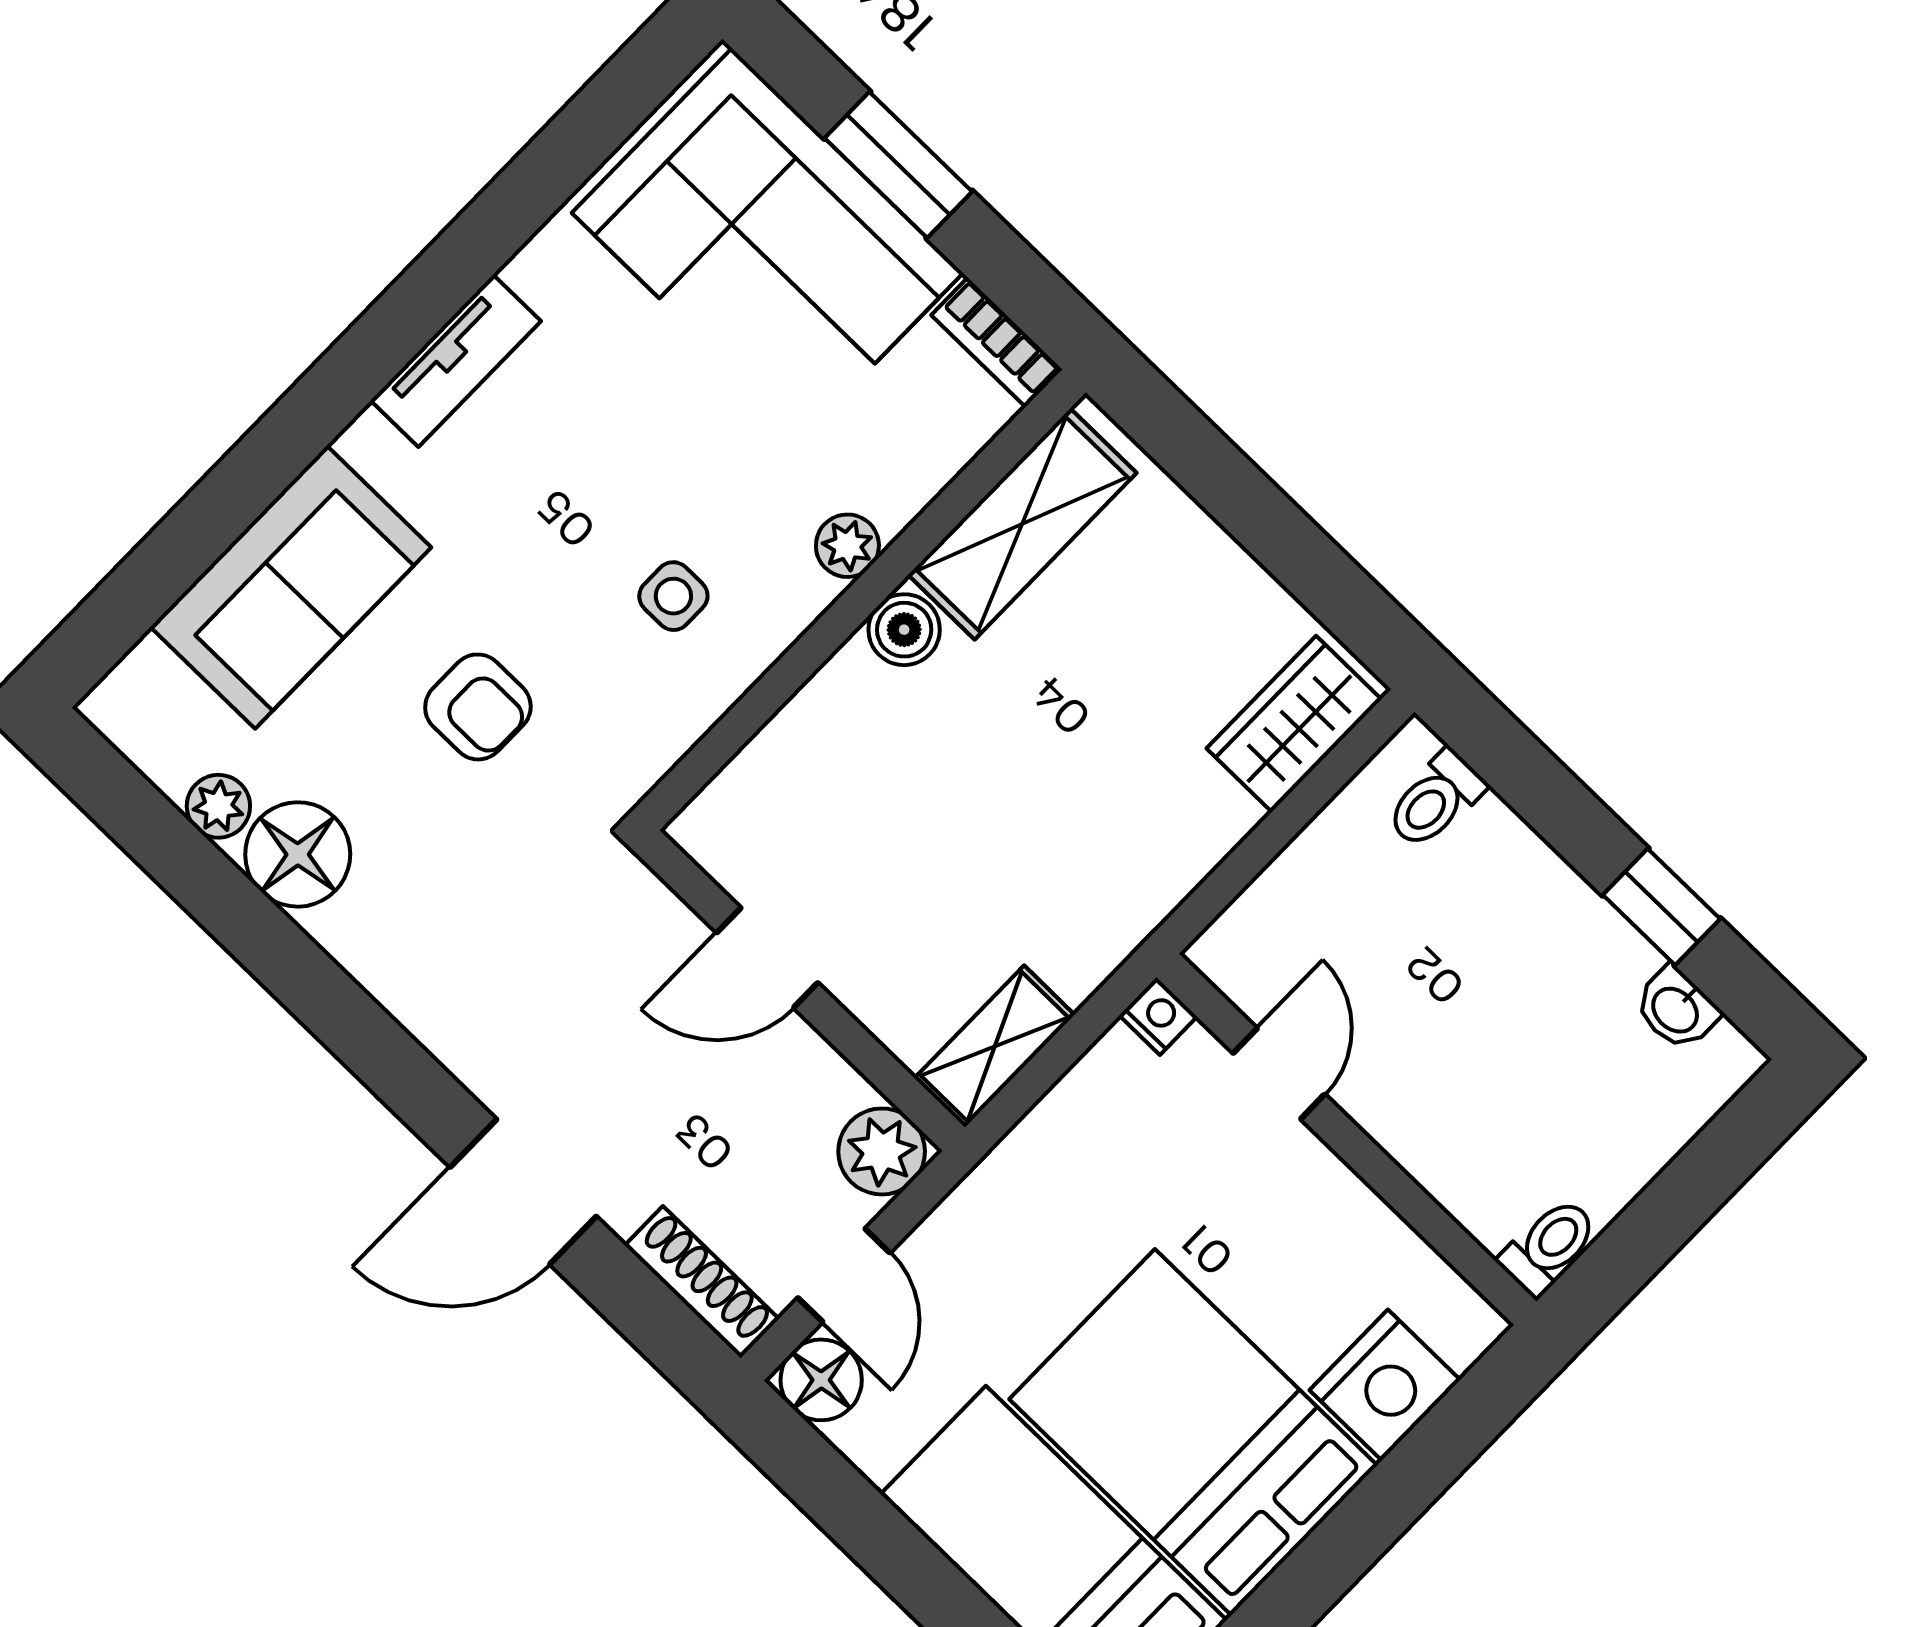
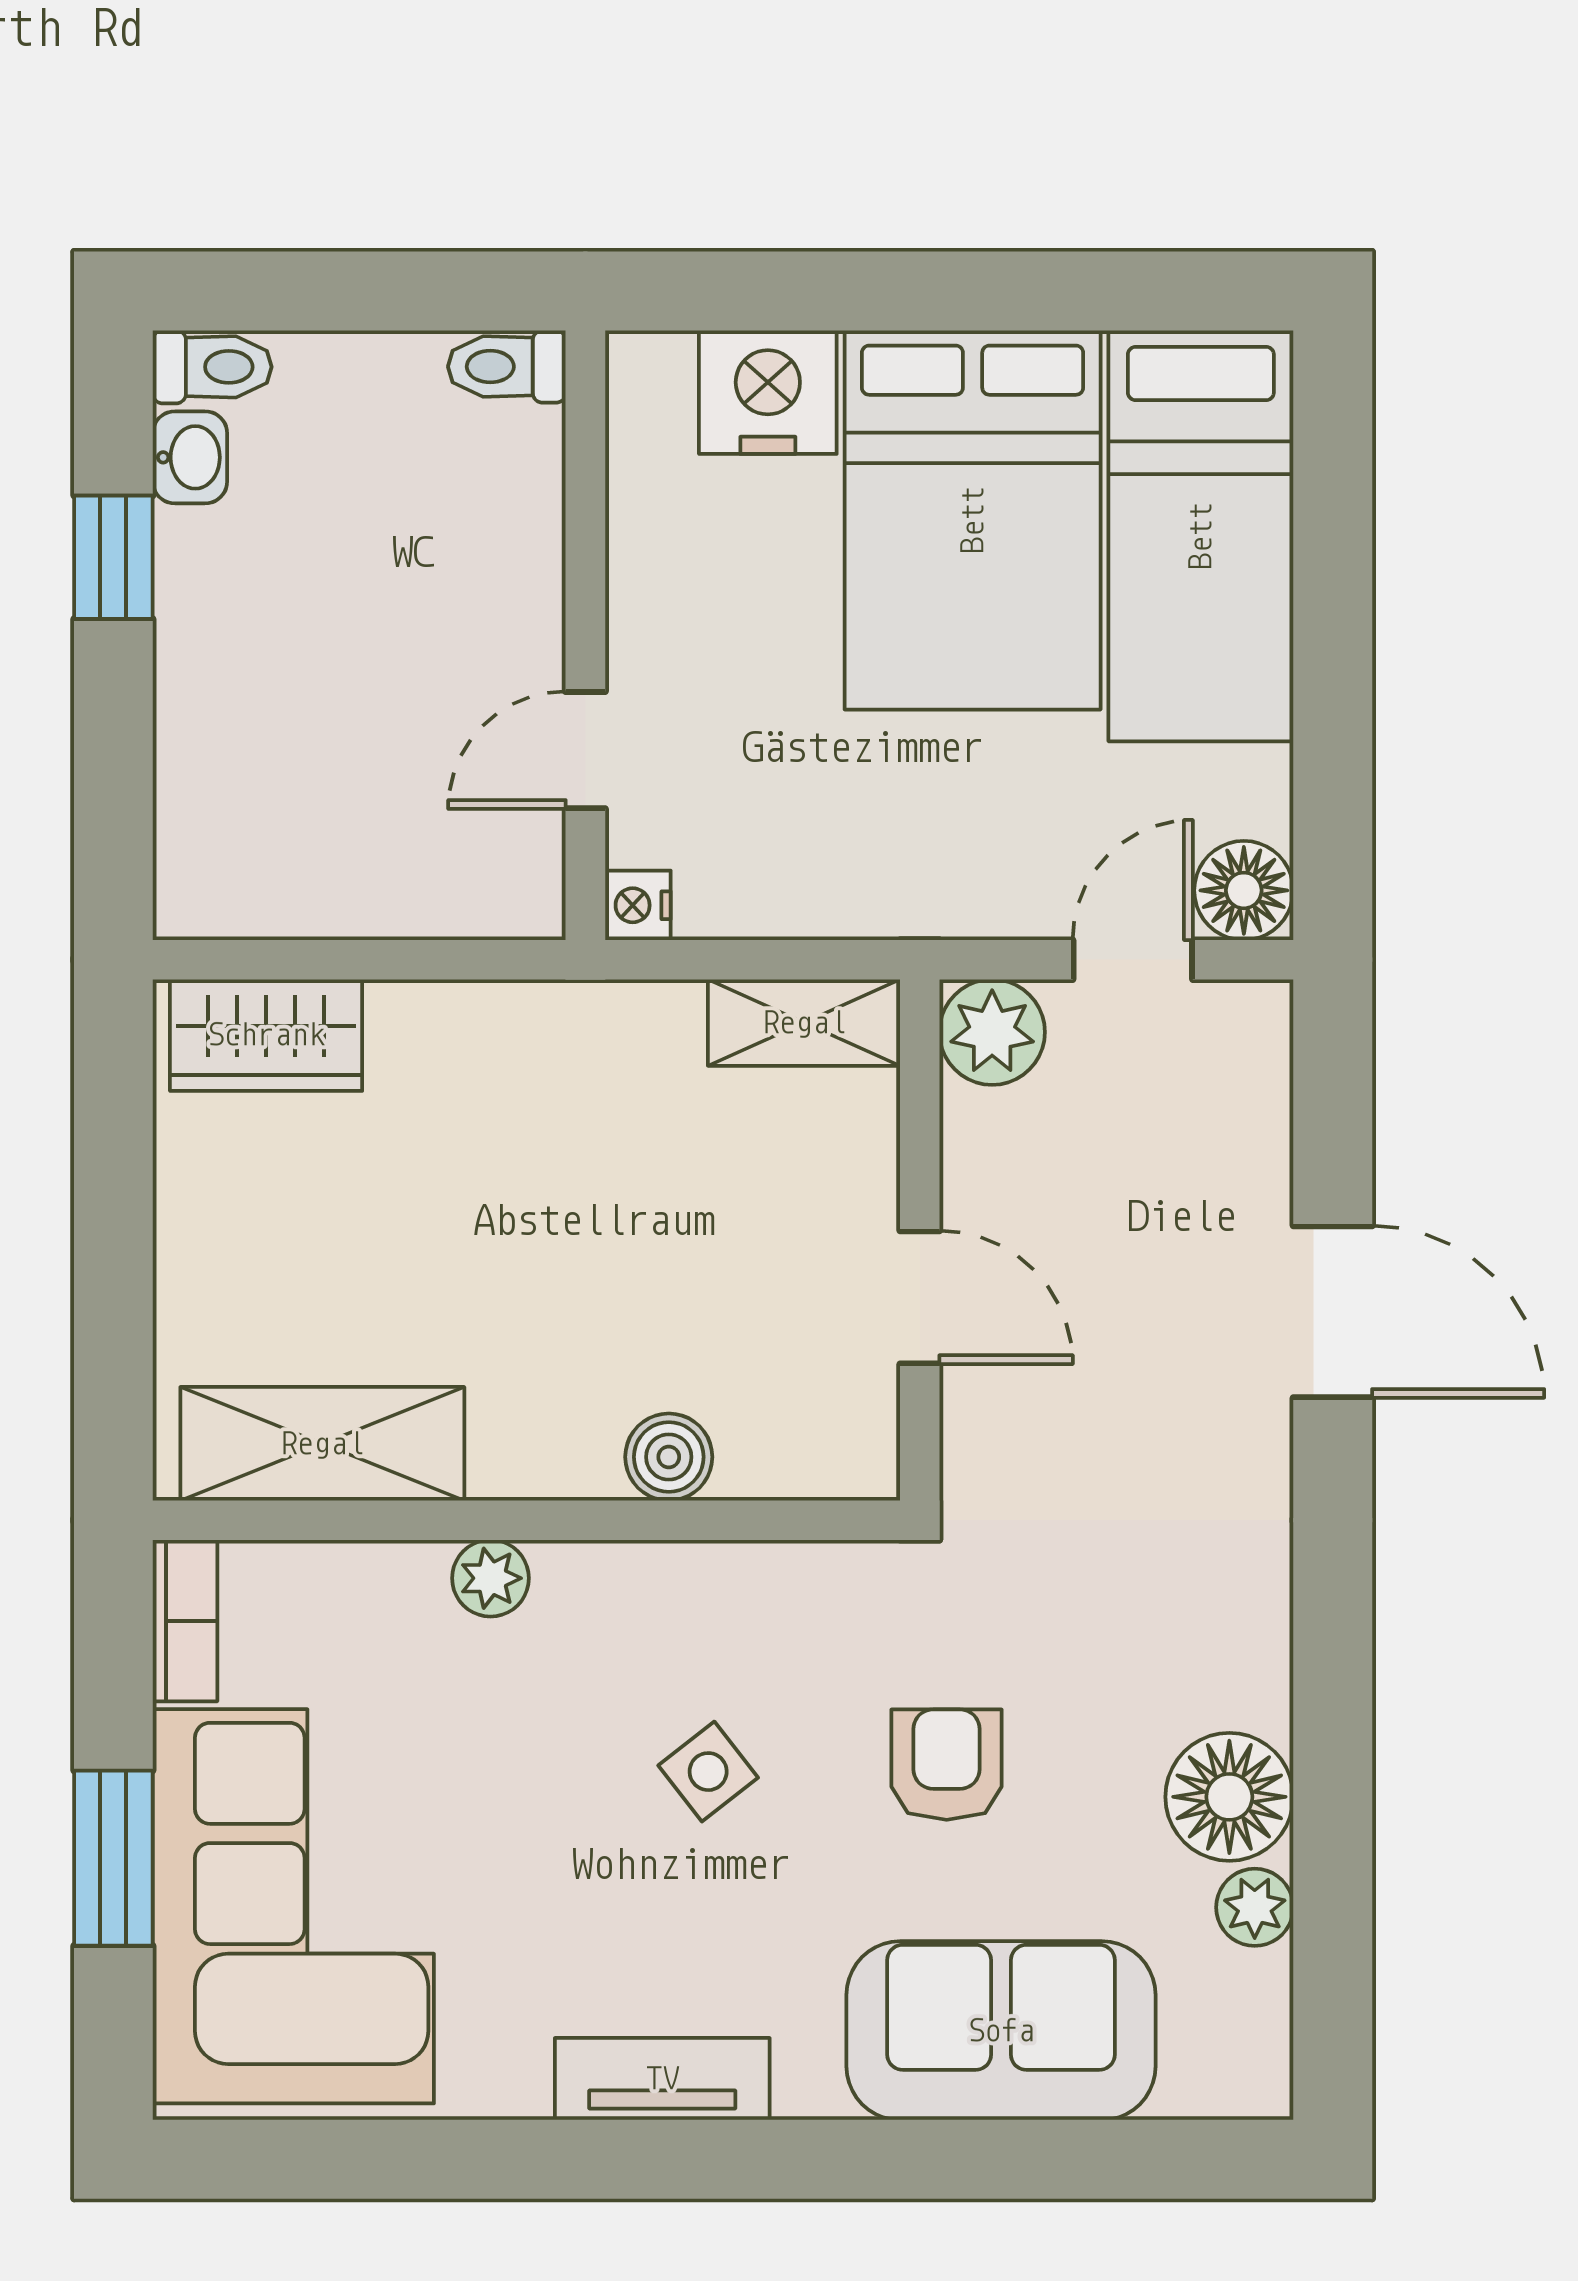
side table: (673, 596) -> (708, 1772), moved, turned -38
boiler: (904, 630) -> (669, 1457), moved
toilet: (1435, 800) -> (212, 367), moved
shoe rack: (702, 1282) -> (1260, 1078), removed

